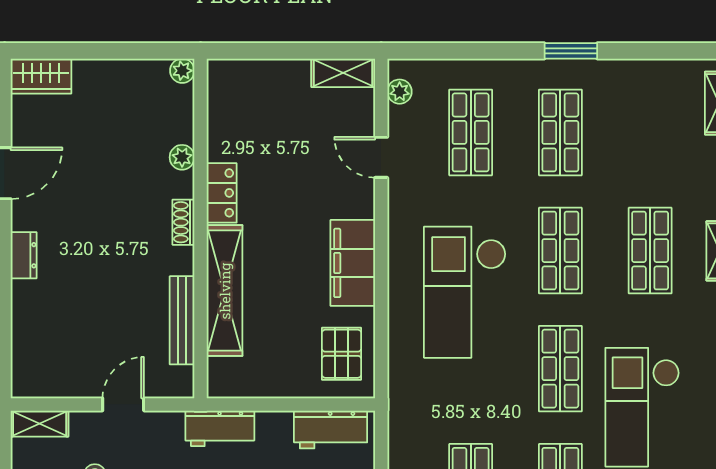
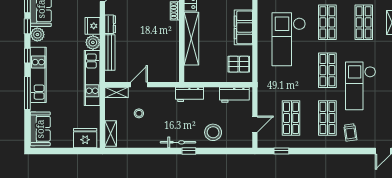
bench: (182, 320) -> (110, 52), moved
pallet: (342, 354) -> (239, 64), turned 90
door: (123, 404) -> (139, 85), moved

